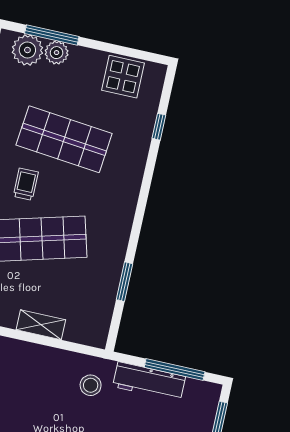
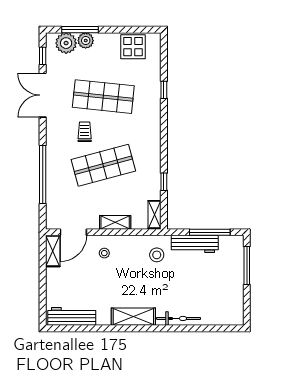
window: (159, 127) -> (164, 90), moved
window: (124, 282) -> (164, 182), width x0.67
shelving: (100, 326) -> (155, 215), added
stool: (15, 366) -> (104, 253), added

